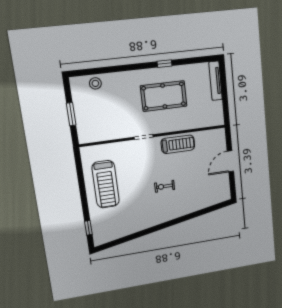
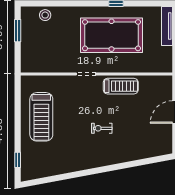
pool table: (164, 96) -> (112, 35), width x1.36, depth x1.32
window: (71, 114) -> (18, 31), moved

